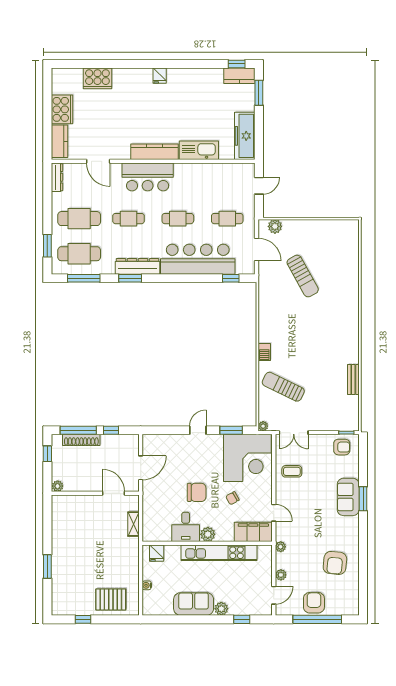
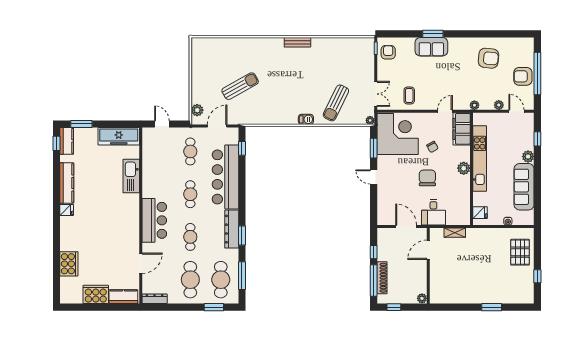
kitchen counter: (155, 152) -> (67, 183), moved, turned 180
bench: (353, 380) -> (297, 42), moved
desk: (186, 527) -> (433, 212), moved, turned 90
sofa: (194, 604) -> (524, 187), width x1.36

